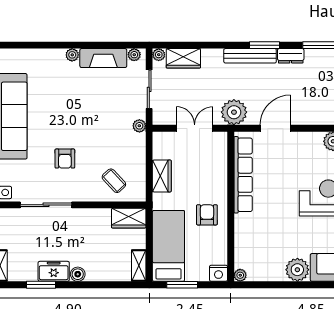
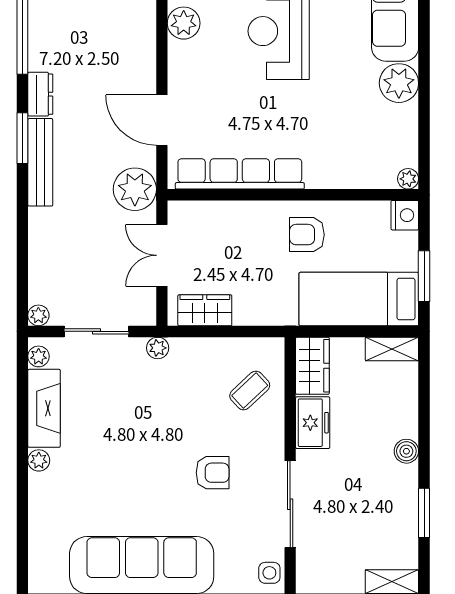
wardrobe: (183, 58) -> (45, 274), removed
wardrobe: (162, 176) -> (205, 310), moved
freezer: (54, 271) -> (313, 423), moved, turned 180

